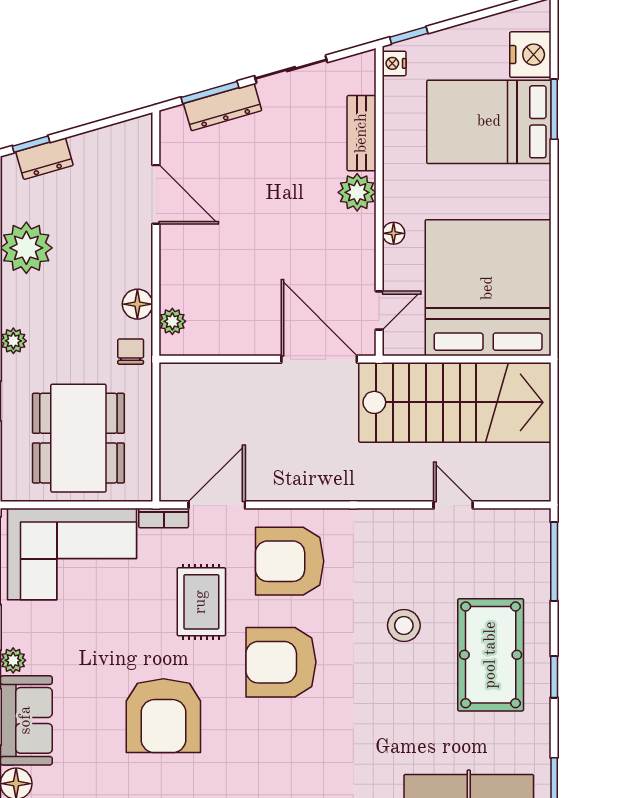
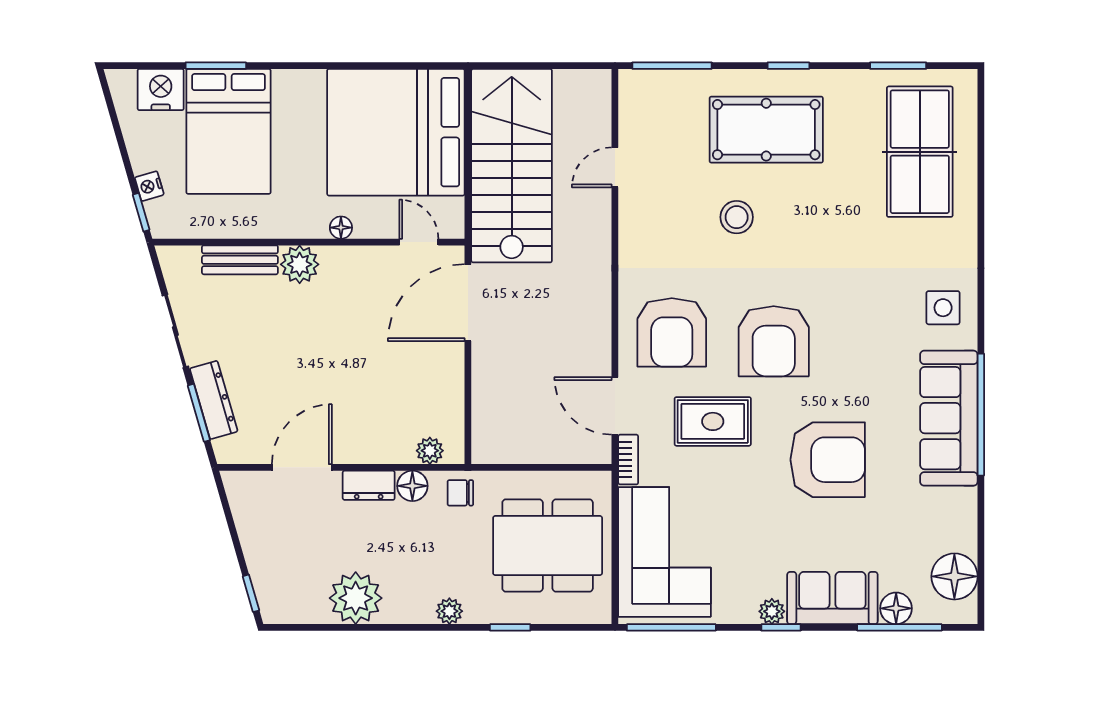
nightstand: (394, 63) -> (149, 186), moved, turned 74
dresser: (45, 159) -> (369, 485), moved, turned 106

